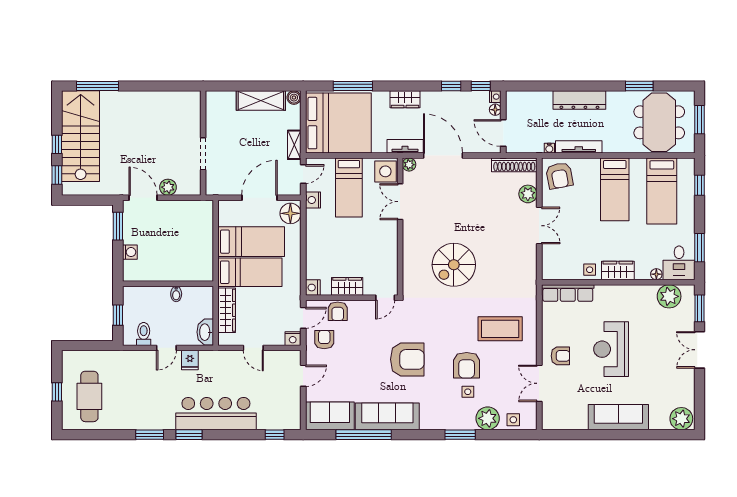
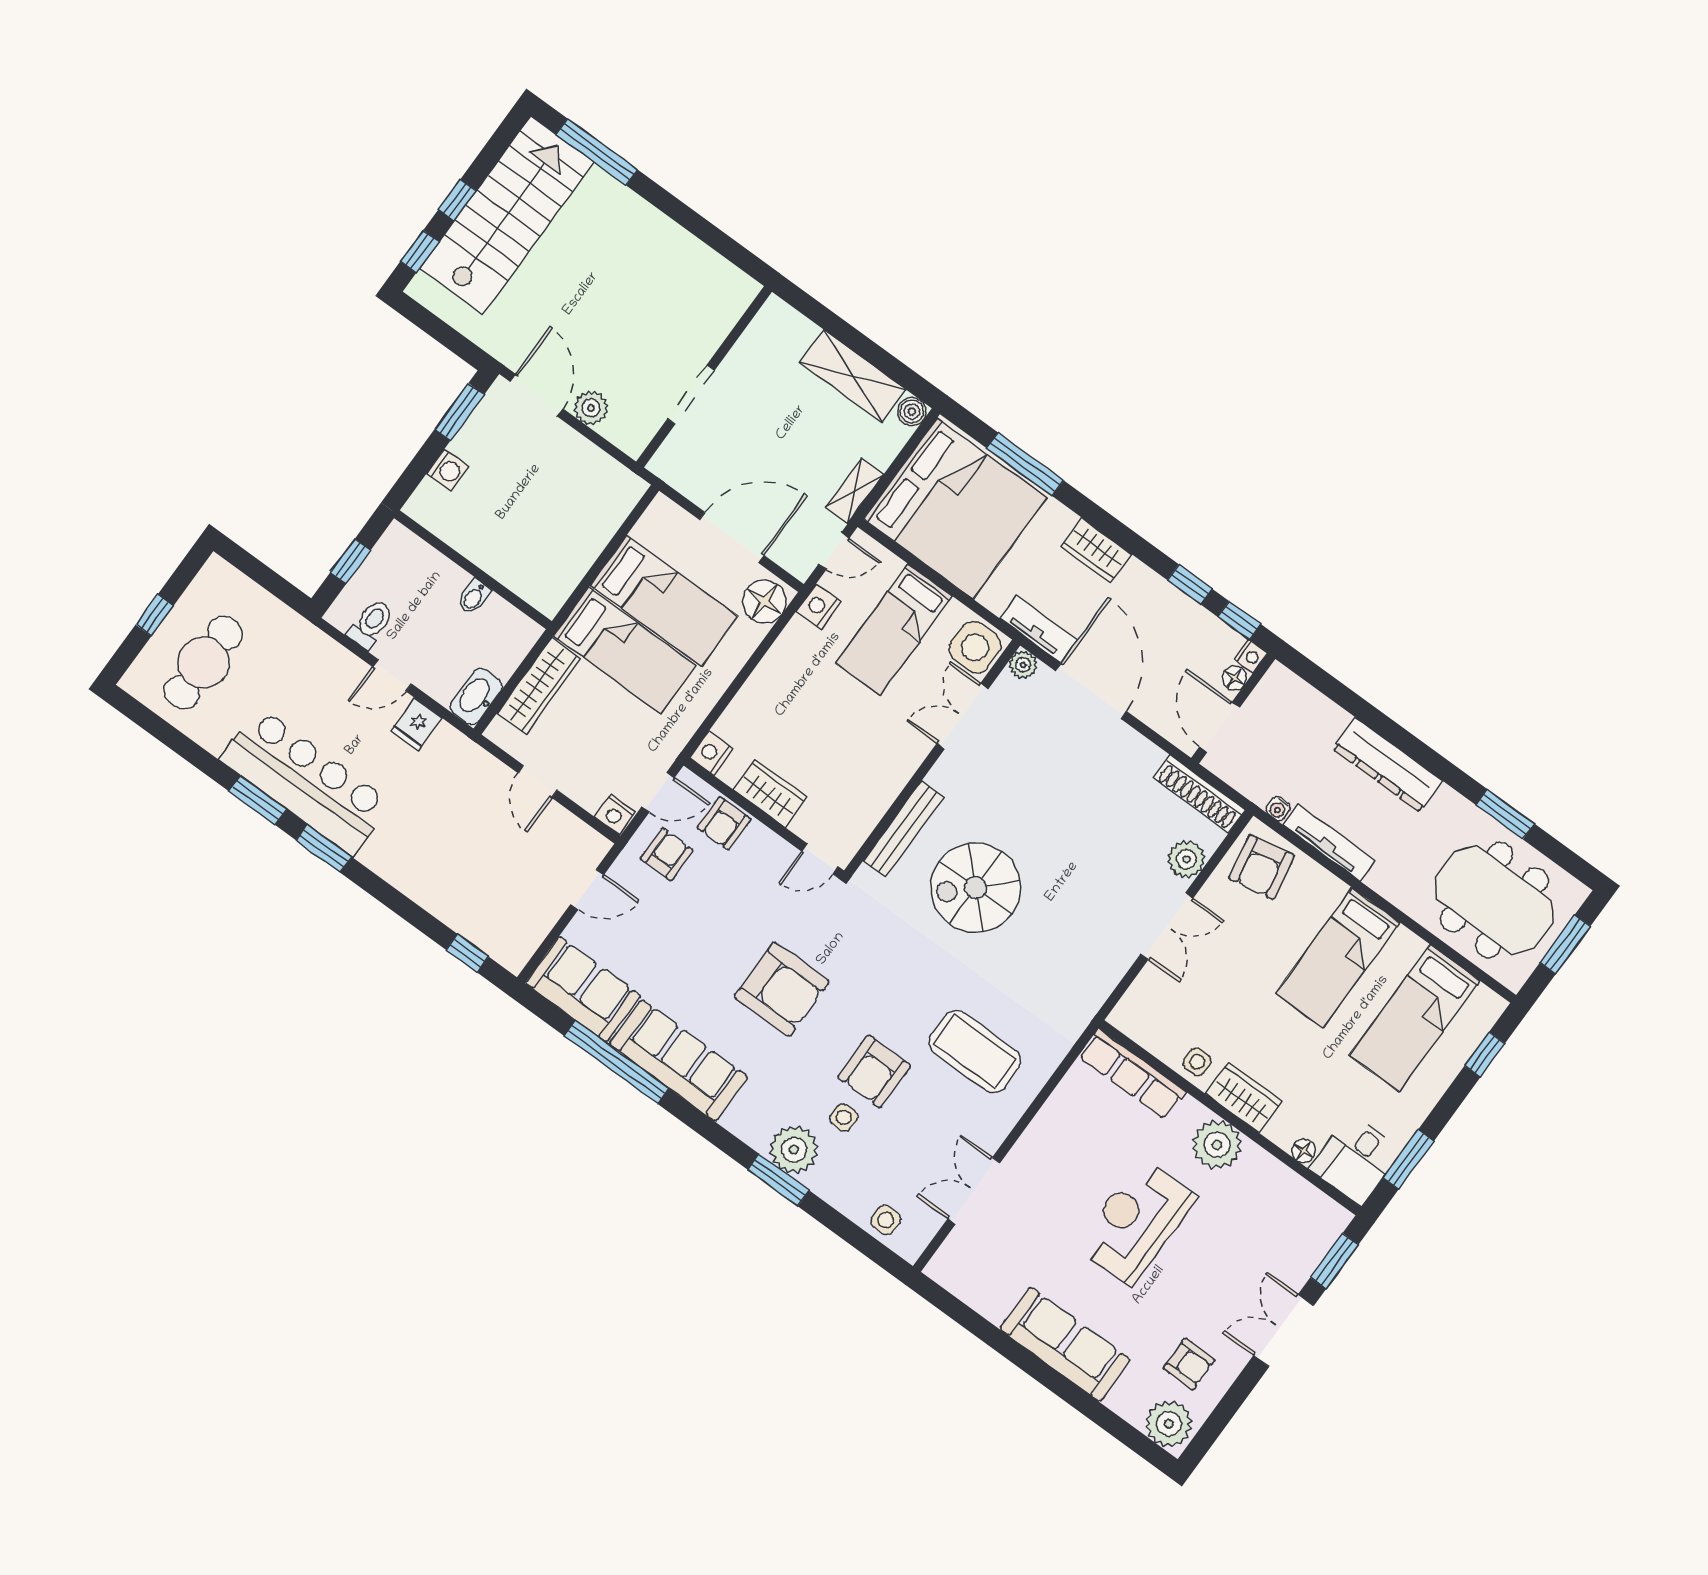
meeting table: (659, 122) -> (1494, 900), turned 90
bench: (409, 262) -> (904, 829), added
plant: (669, 296) -> (1217, 1145), moved
armchair: (560, 356) -> (1189, 1364), moved
bar counter: (216, 414) -> (306, 781), moved
plant: (488, 418) -> (794, 1150), moved

